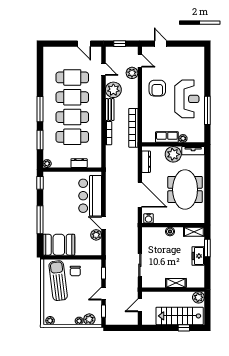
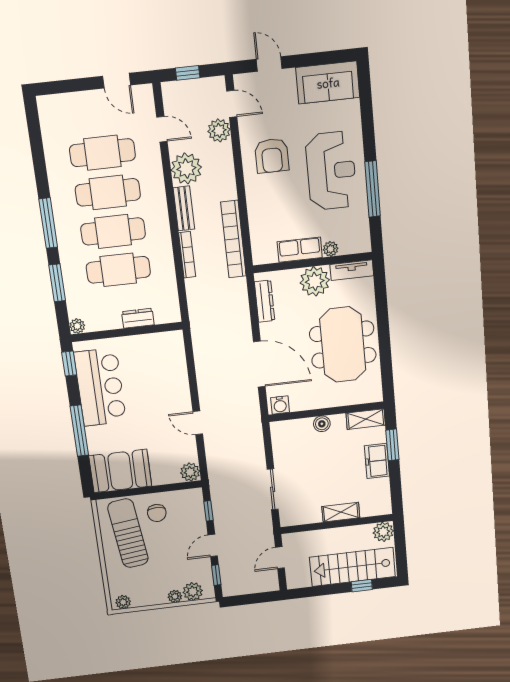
sofa: (189, 56) -> (328, 83), added
bar counter: (90, 196) -> (100, 387), moved, turned 180
plant: (96, 235) -> (190, 472), moved

